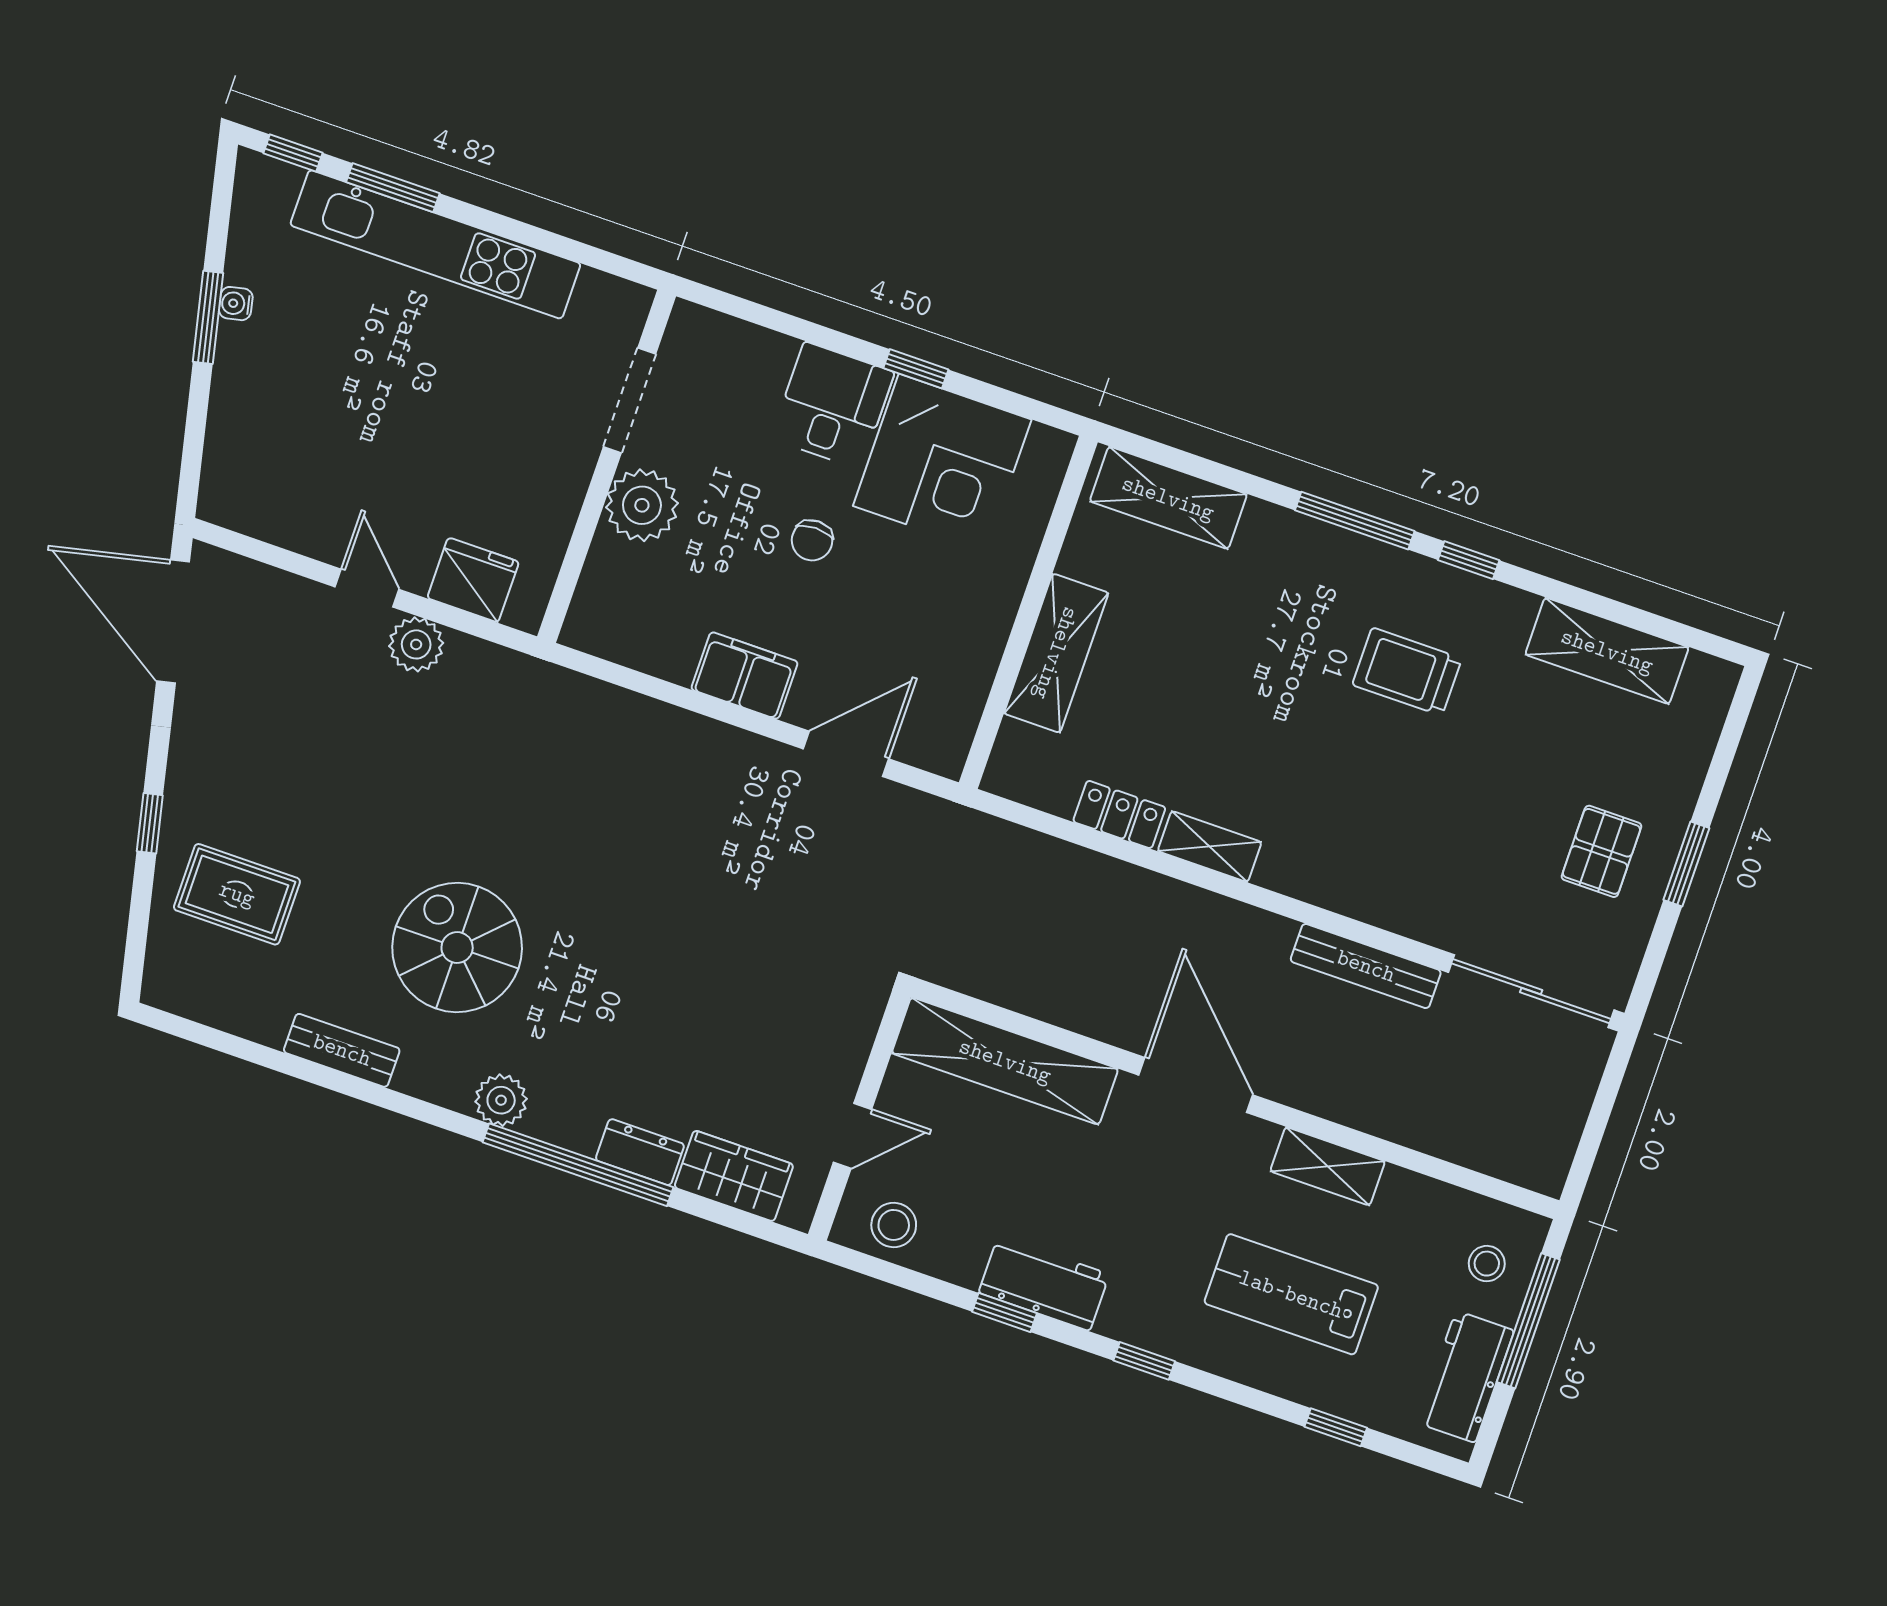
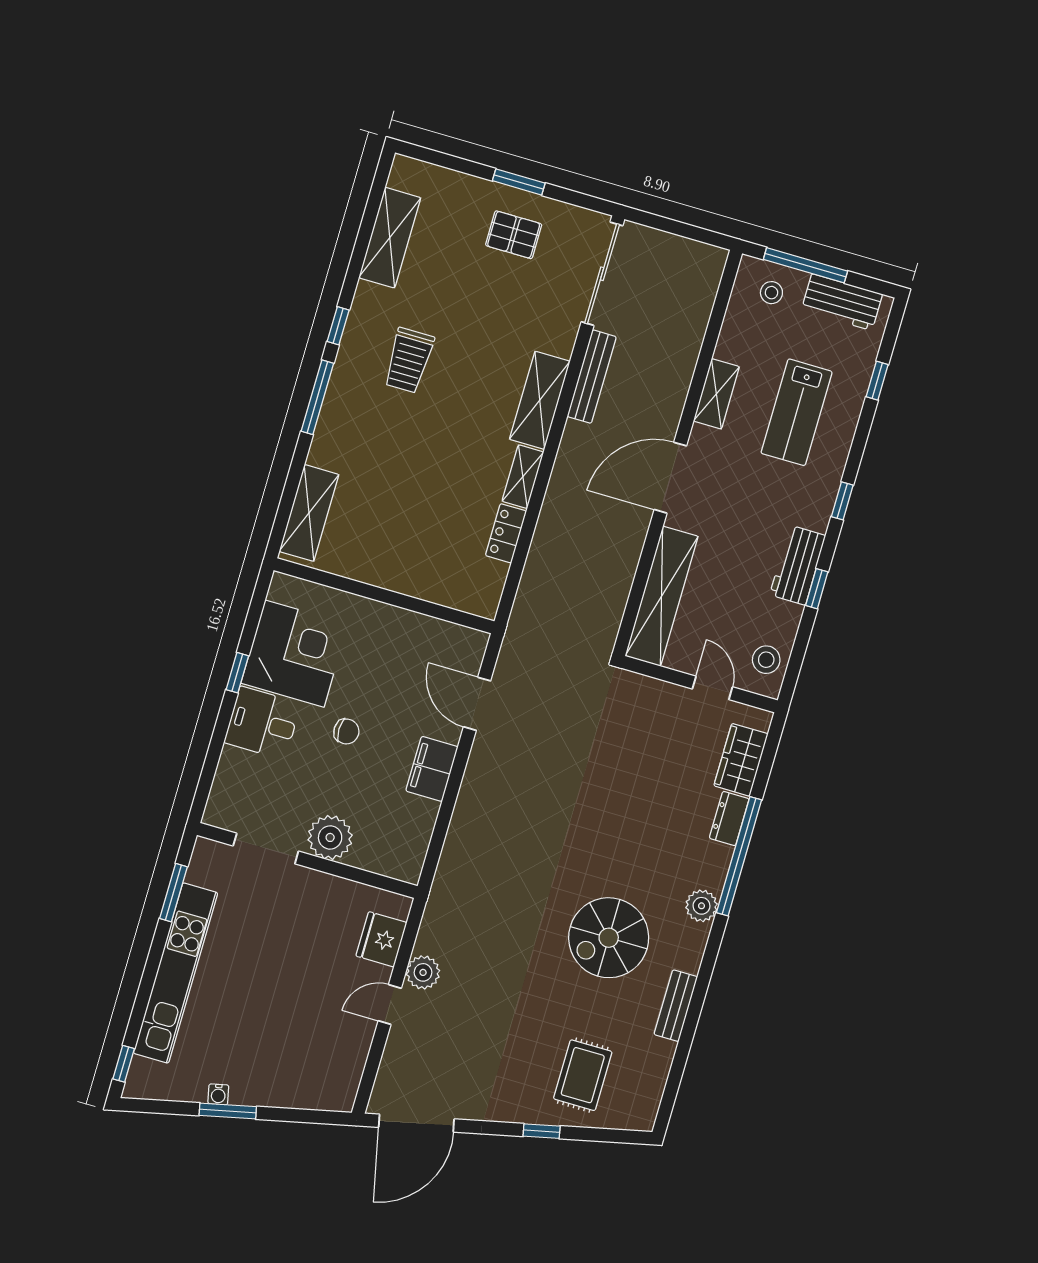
window: (393, 188) -> (173, 893), moved
shelving: (1056, 653) -> (540, 400), moved, turned 90

